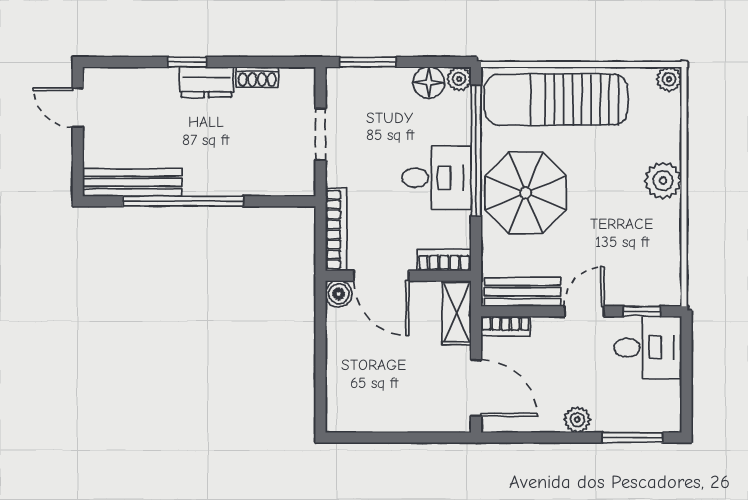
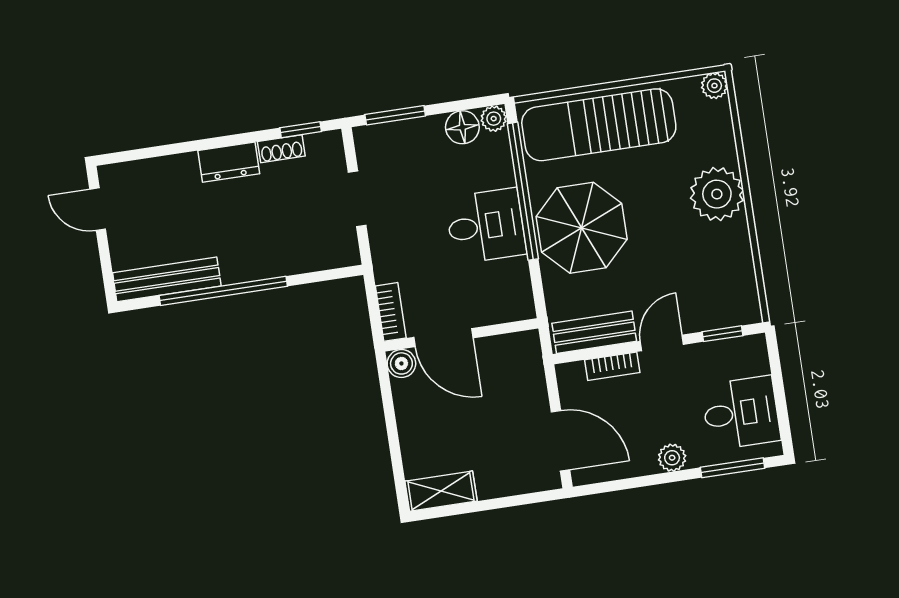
window: (187, 62) -> (301, 130), moved
plant: (663, 181) -> (717, 194), width x1.36, depth x1.36
bookcase: (336, 229) -> (391, 312), width x0.64
bookcase: (444, 260) -> (507, 311), removed
shelving: (457, 313) -> (441, 491), moved, turned 90
bookcase: (506, 326) -> (612, 366), moved
desk: (648, 348) -> (741, 413), moved

